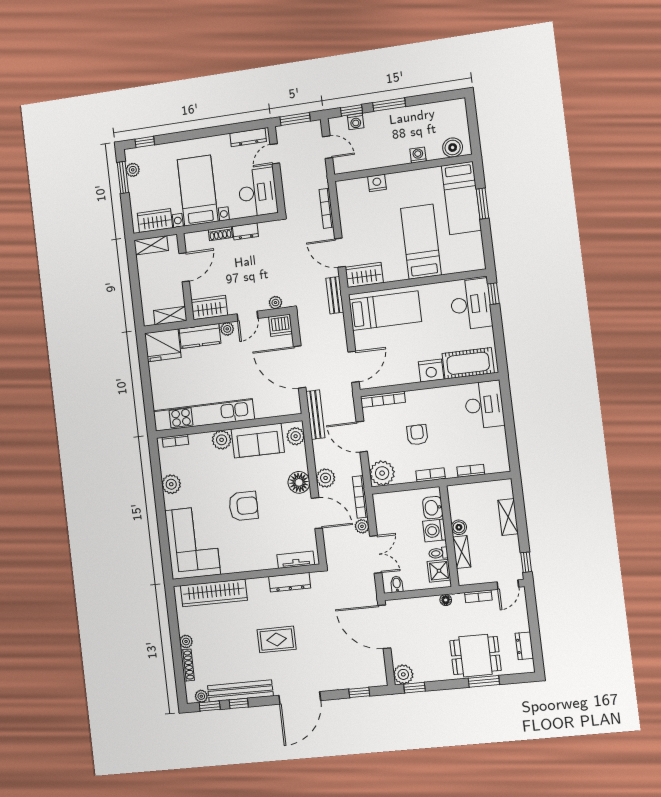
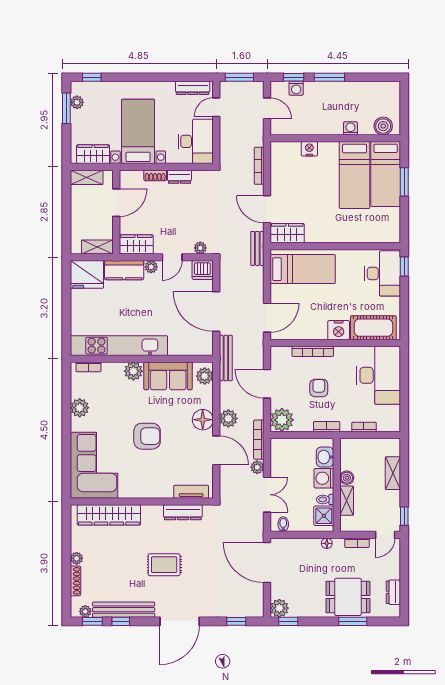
bed: (421, 242) -> (355, 175), moved, turned 180
bookcase: (383, 399) -> (313, 351), moved
desk: (484, 405) -> (378, 375), width x1.36, depth x1.30

